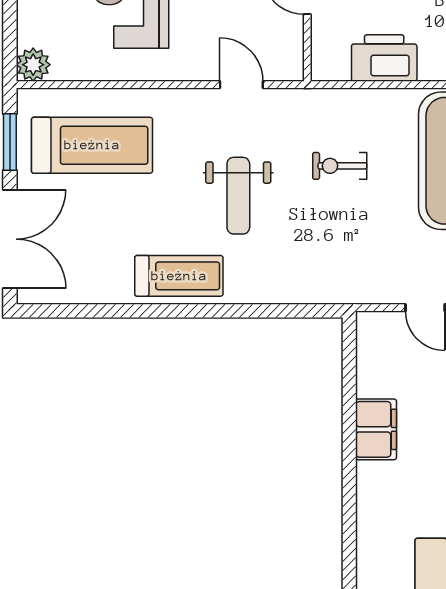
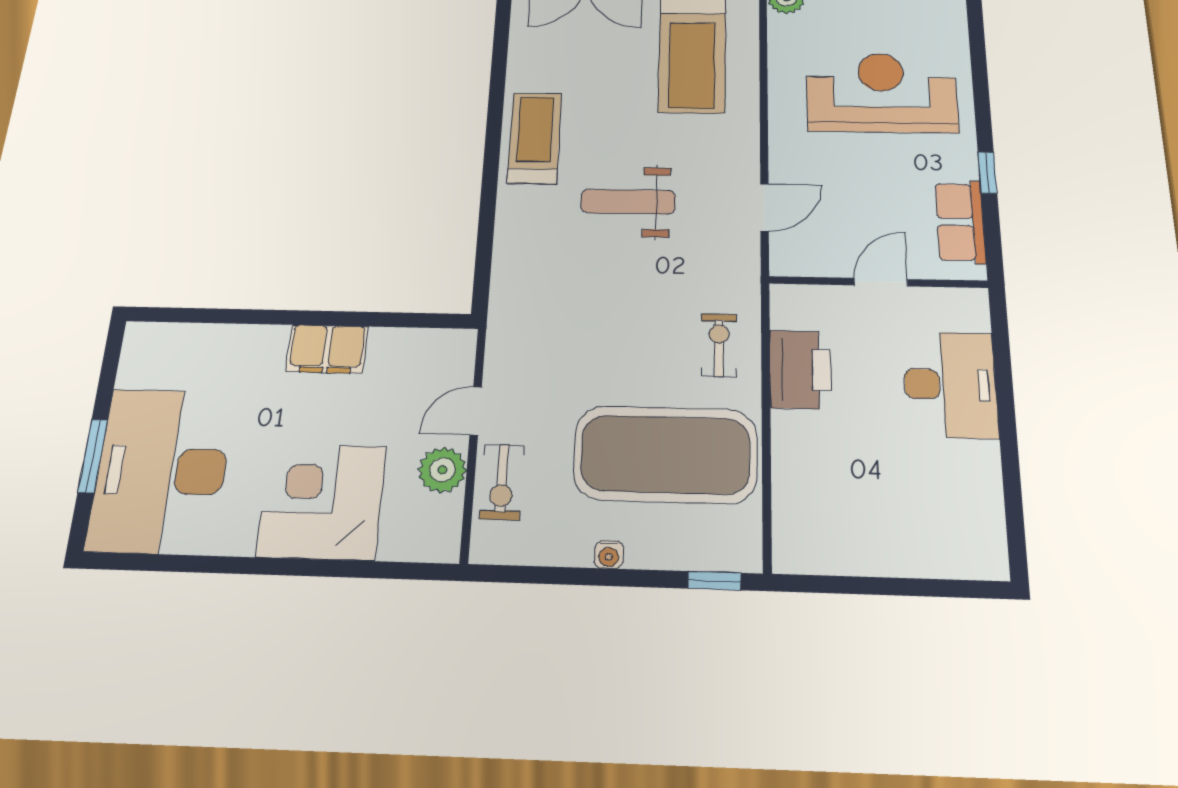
exercise bike: (340, 166) -> (719, 345), moved
treadmill: (179, 276) -> (535, 138), turned 180

